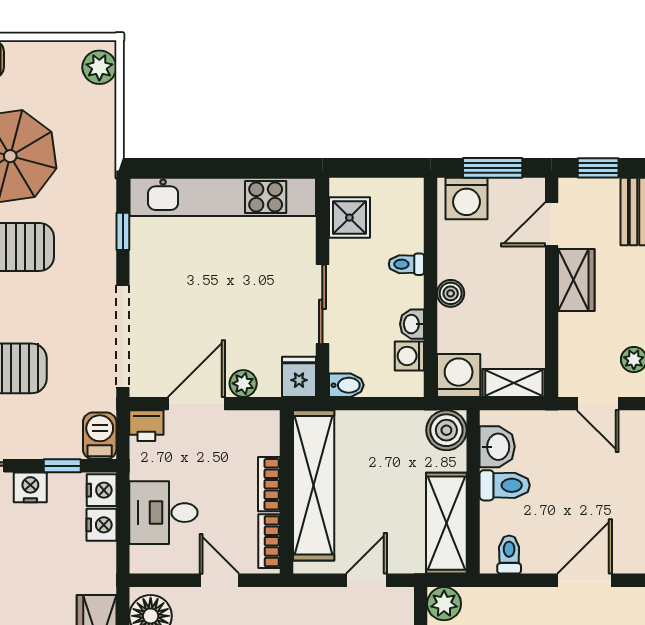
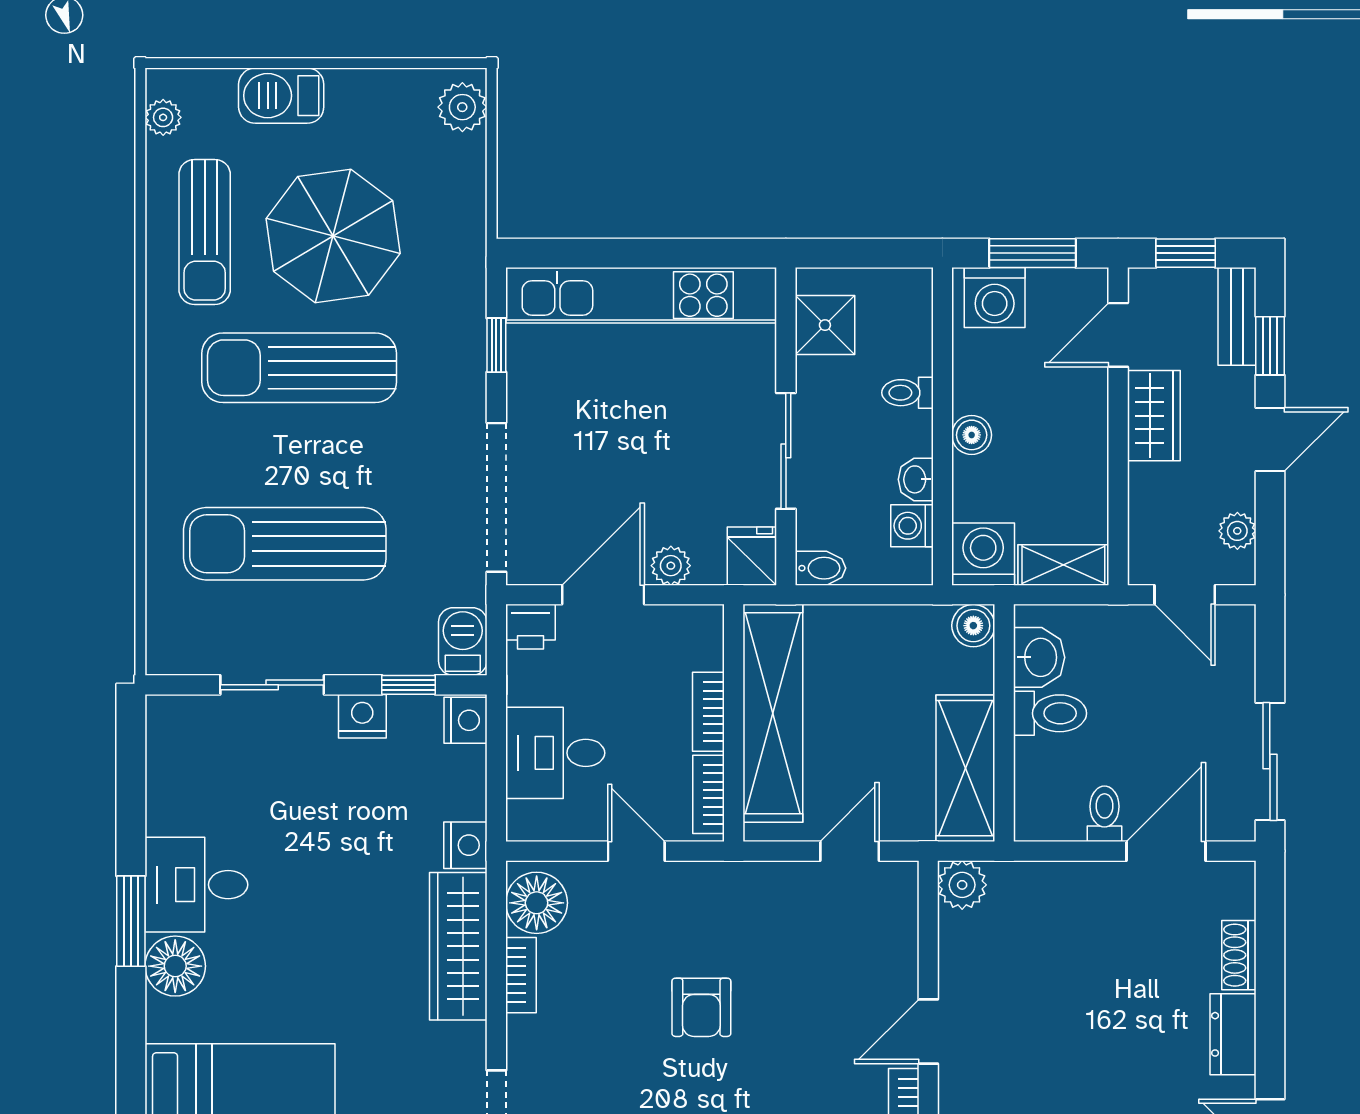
boiler: (446, 430) -> (973, 626), width x0.73, depth x0.73
nightstand: (101, 525) -> (465, 845), moved
toilet: (509, 555) -> (1104, 814), moved

